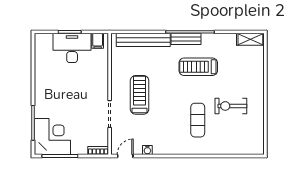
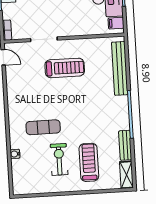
bench: (186, 39) -> (125, 145), moved
treadmill: (198, 67) -> (89, 162), moved
water cooler: (147, 150) -> (15, 154), moved

